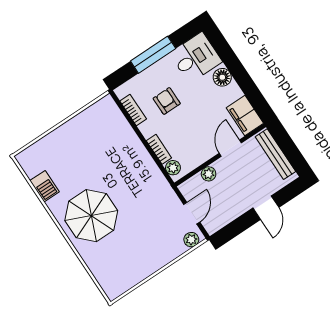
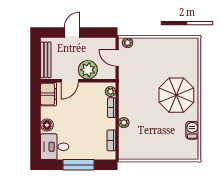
armchair: (167, 101) -> (88, 133), removed
plant: (132, 141) -> (124, 123), added
plant: (209, 174) -> (88, 70), width x1.88, depth x1.88
door: (192, 213) -> (117, 58), hinge flipped

